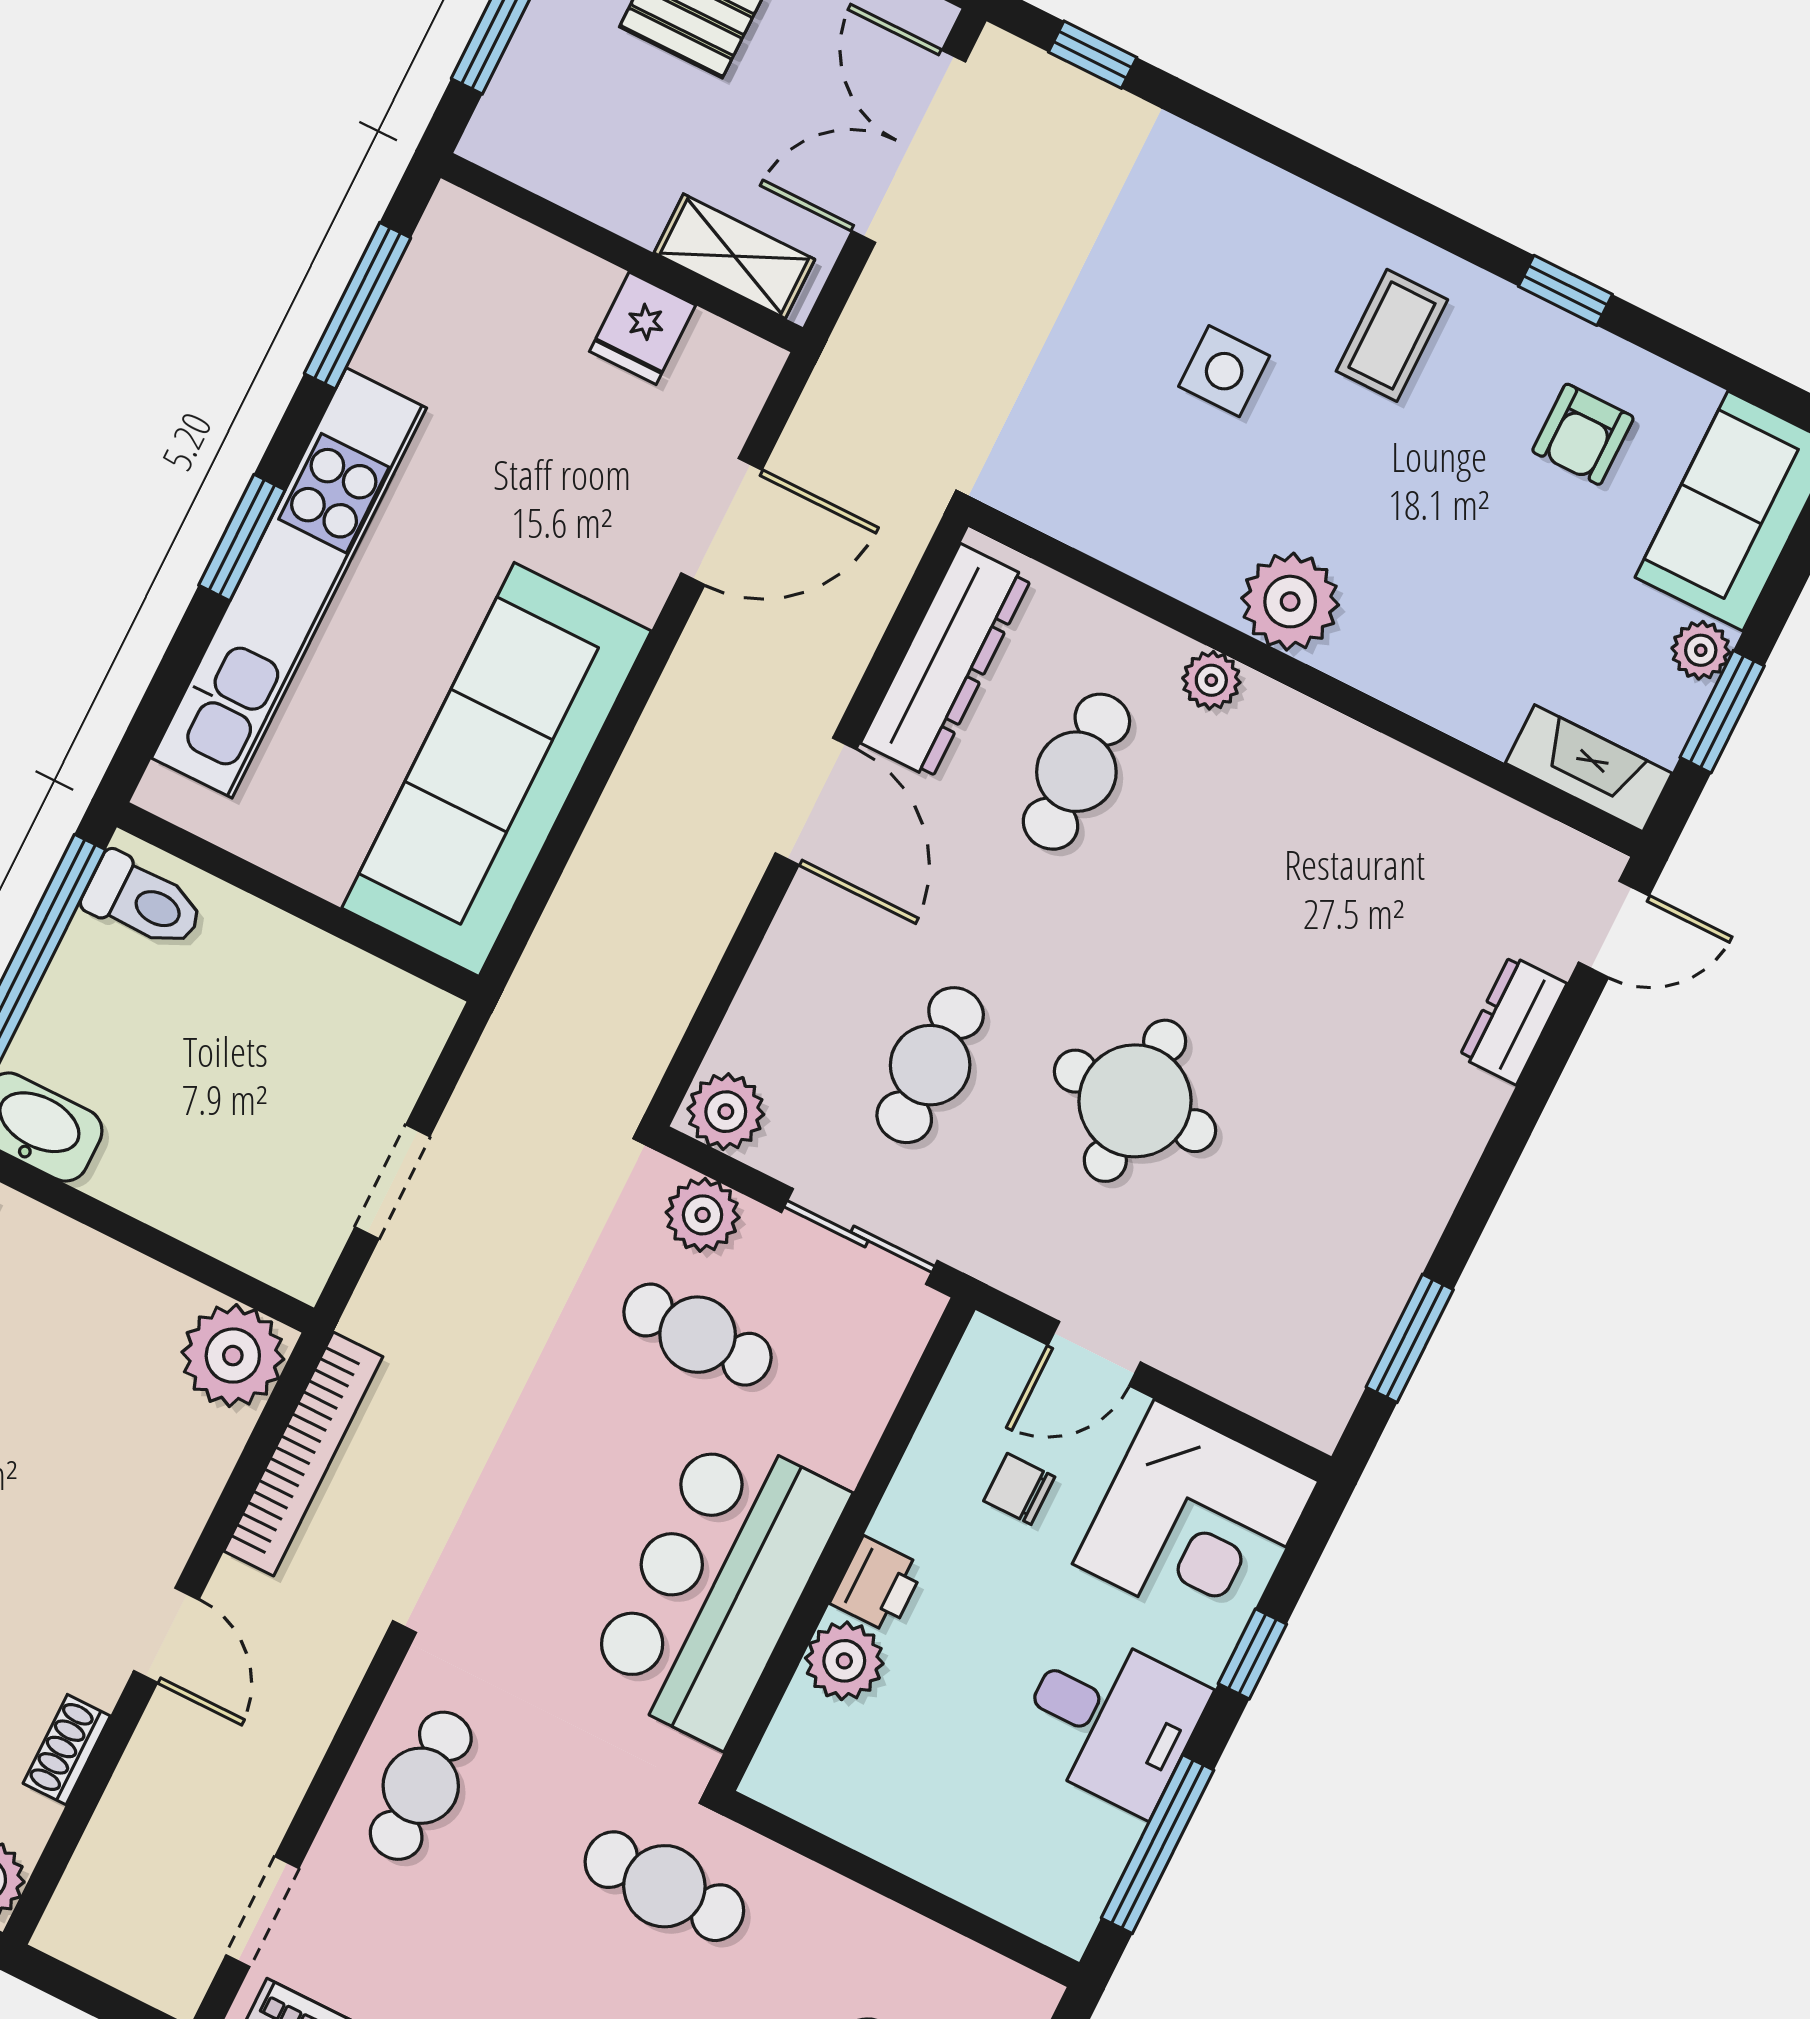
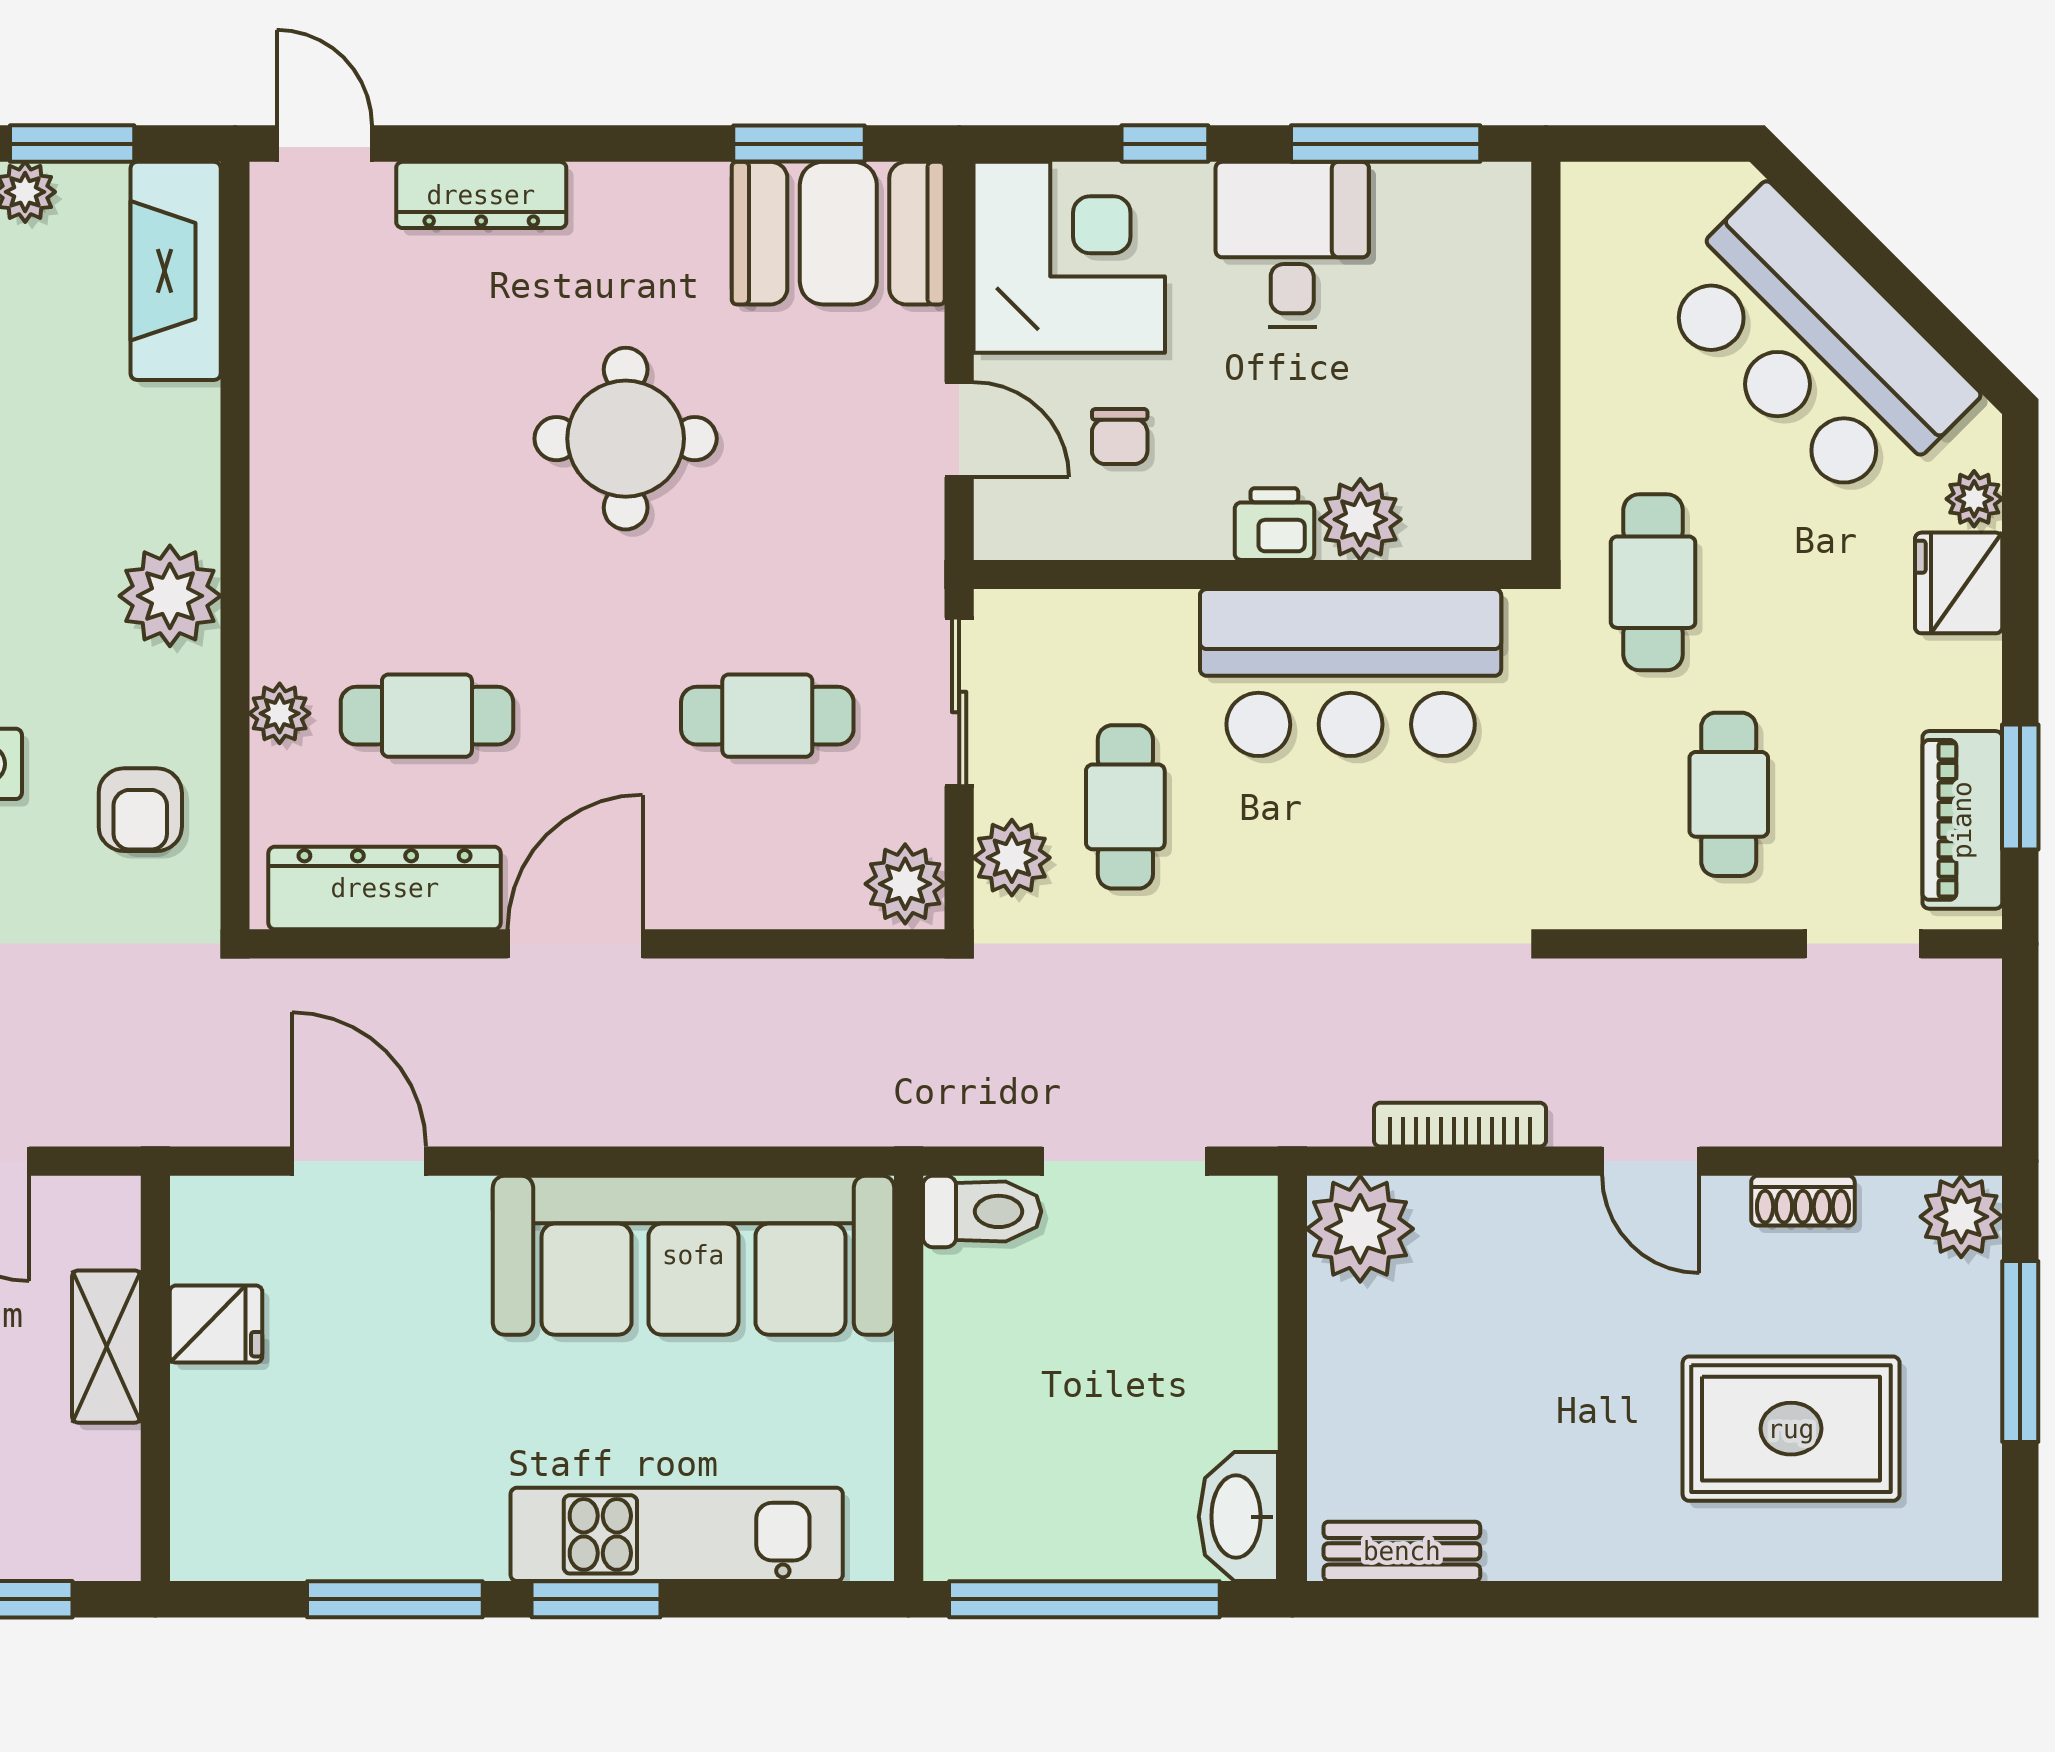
shelving: (734, 256) -> (107, 1347), moved
window: (357, 306) -> (395, 1599), moved
armchair: (1119, 484) -> (140, 810), added
kitchen unit: (289, 583) -> (677, 1534), width x0.73
plant: (1211, 680) -> (280, 713), moved
fireplace: (1589, 768) -> (176, 271), width x1.37, depth x1.32
toilet: (143, 902) -> (982, 1211), moved, turned 90
dresser: (1513, 1020) -> (481, 195), width x1.44
round table: (1135, 1101) -> (626, 439), moved
doorway: (392, 1182) -> (1125, 1161), width x1.38
booth: (1316, 1334) -> (838, 233), added
bookcase: (303, 1454) -> (1460, 1125), width x0.68, depth x0.76
door: (166, 1635) -> (1651, 1161), swing flipped
cafe table: (421, 1786) -> (1729, 794), moved, turned 90

